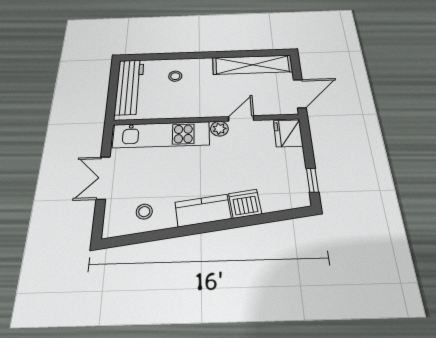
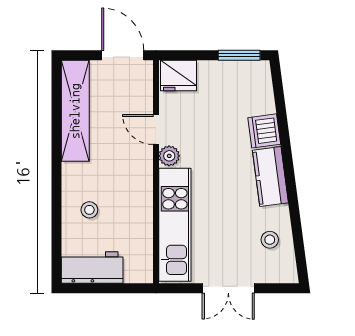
workbench: (129, 87) -> (92, 268), width x0.73
window: (312, 180) -> (239, 55), width x1.50

